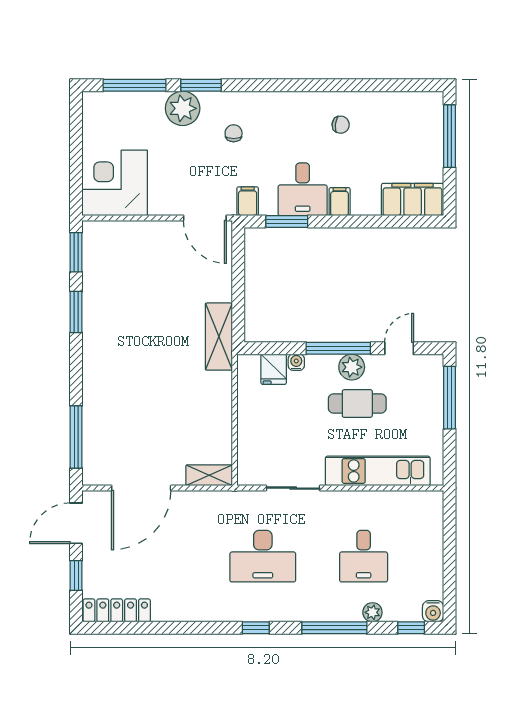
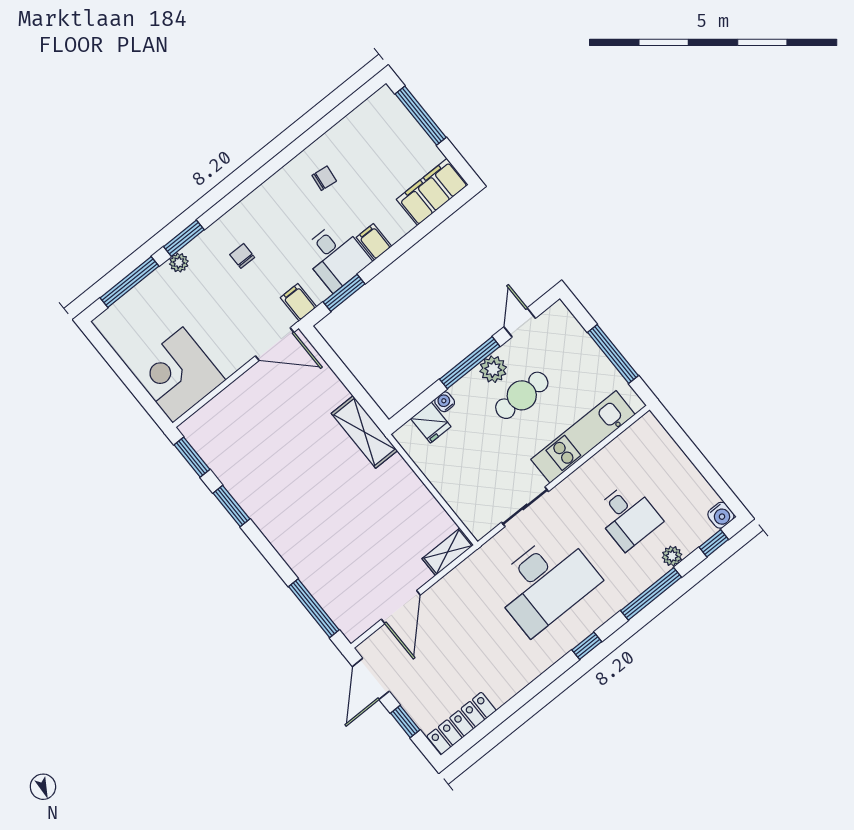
plant: (183, 108) -> (179, 263), width x0.53, depth x0.53
window: (450, 398) -> (613, 354), moved
door: (141, 488) -> (401, 607), width x0.73
desk: (263, 556) -> (545, 582), width x1.36, depth x1.30

